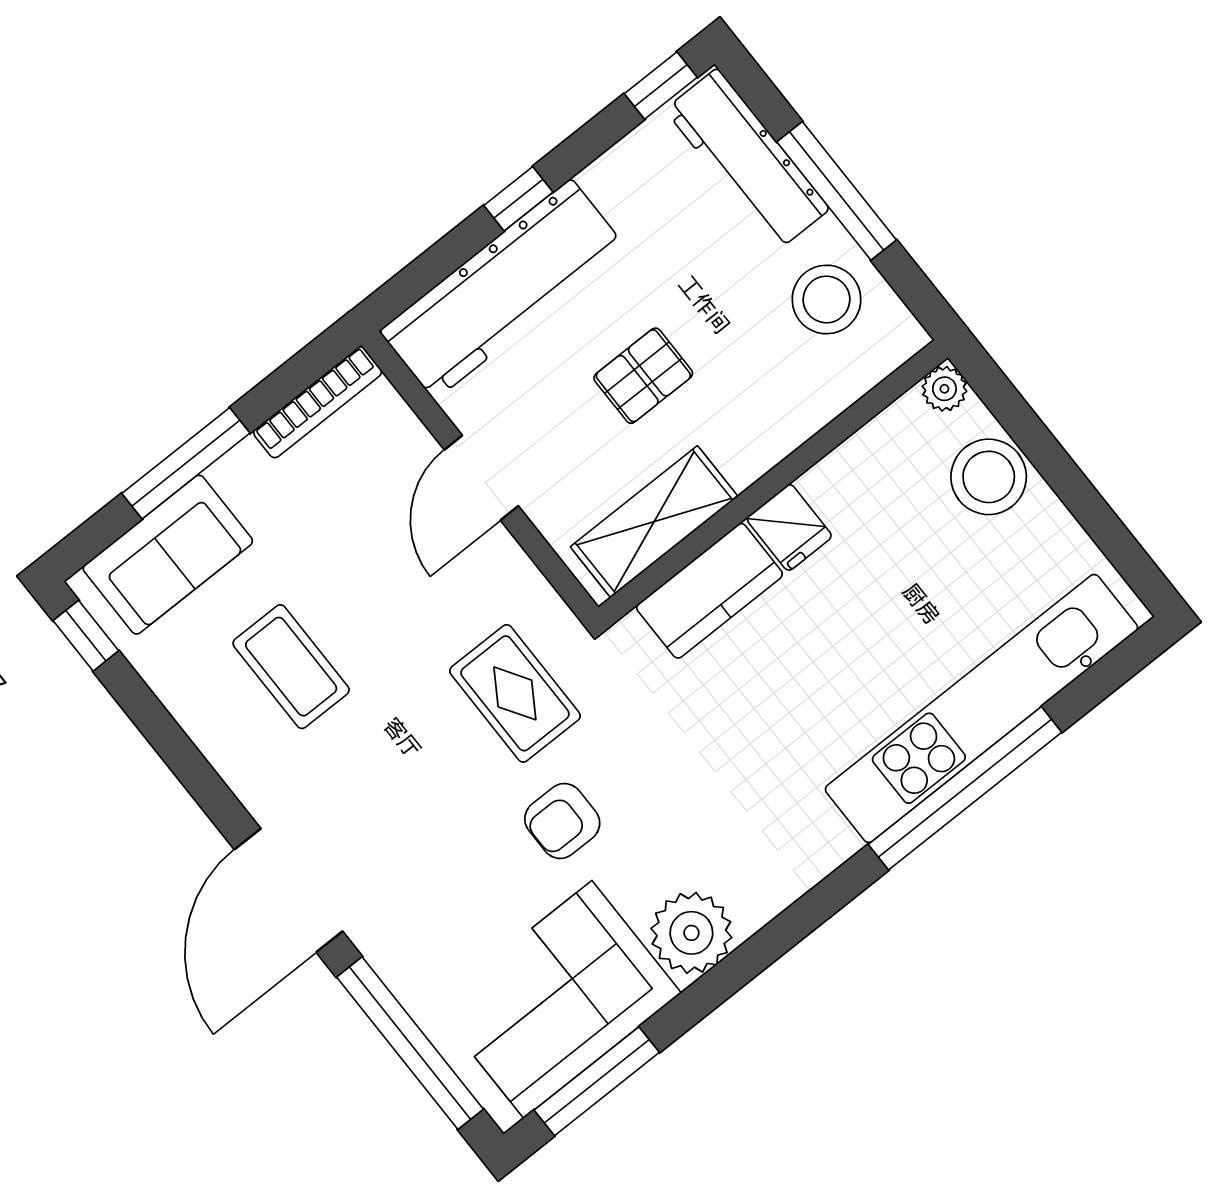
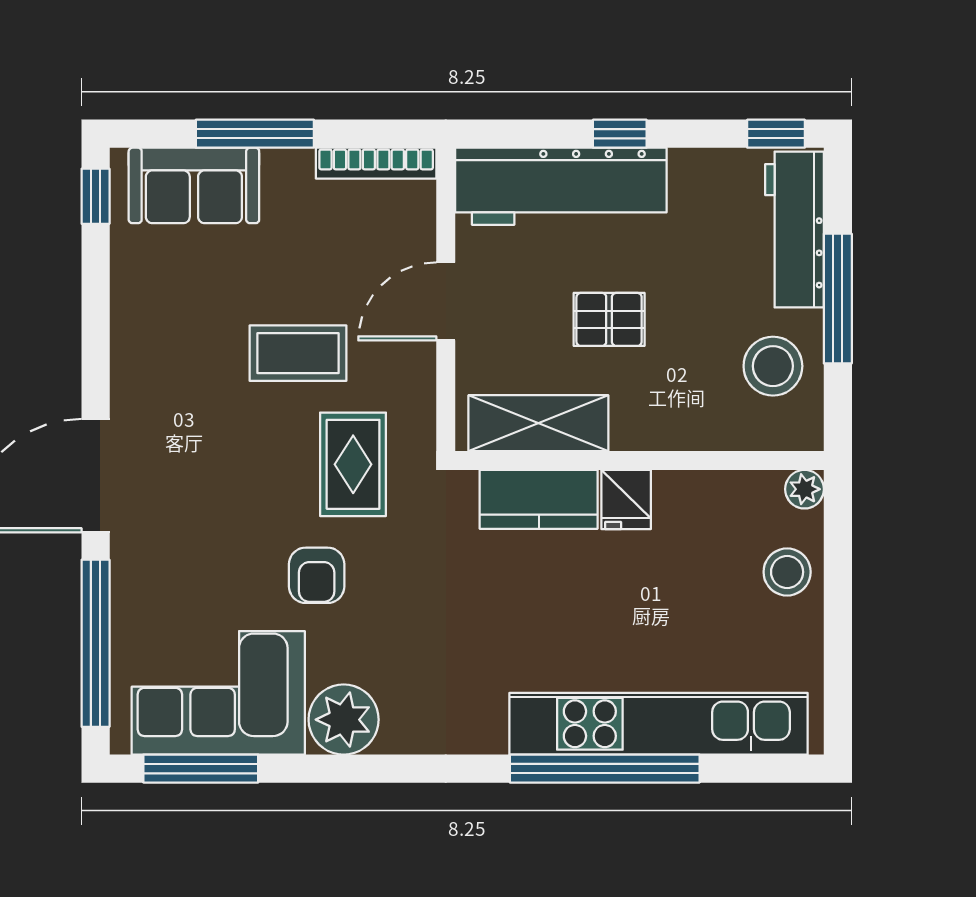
stool: (989, 477) -> (787, 572), width x0.73, depth x0.73
coffee table: (291, 667) -> (298, 353), moved, turned 90
armchair: (562, 821) -> (317, 575), turned -90

